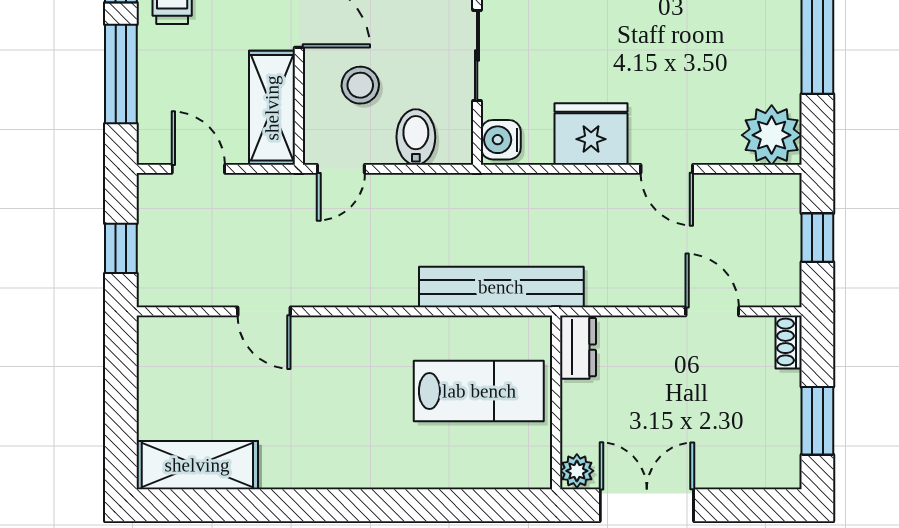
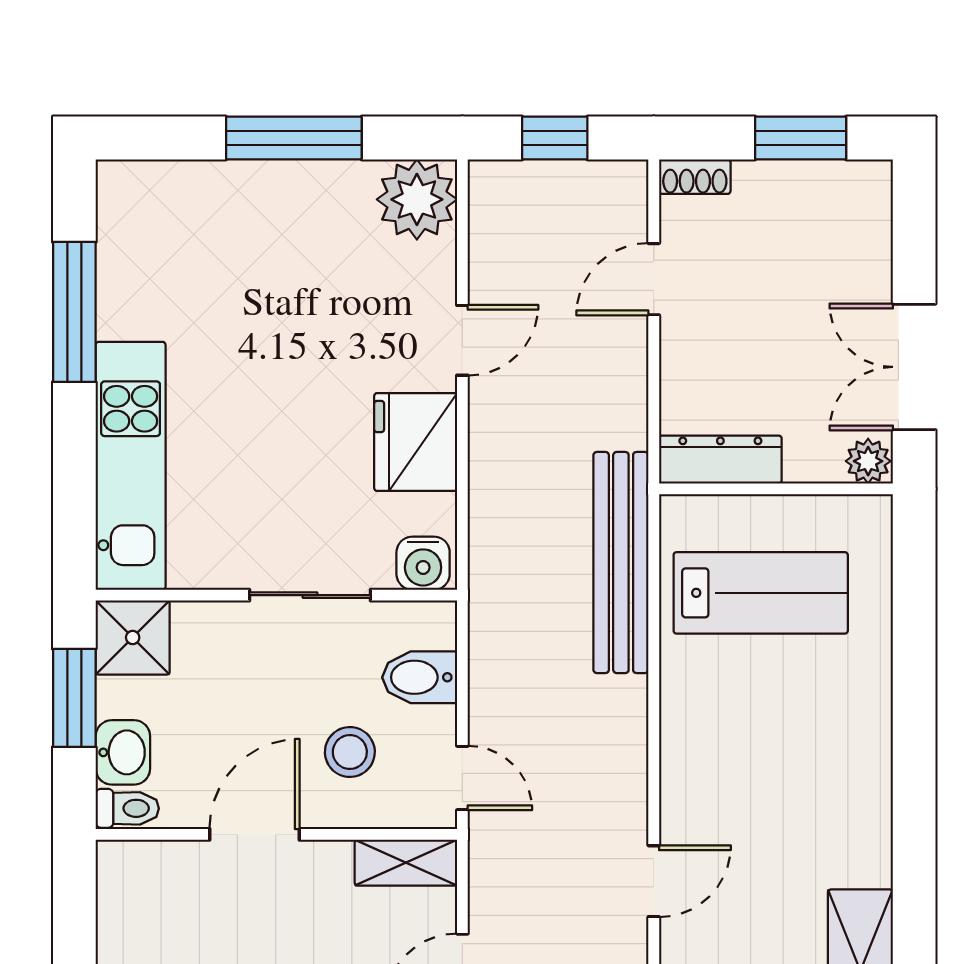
shelving: (272, 108) -> (406, 863), width x0.67, depth x0.75
dresser: (578, 347) -> (720, 460), width x1.44
lab bench: (479, 391) -> (761, 593), turned 90

